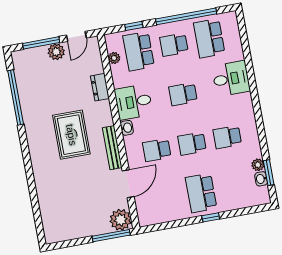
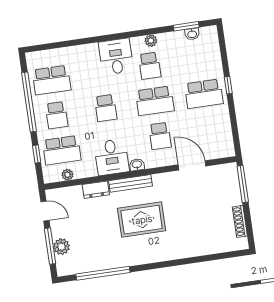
plant: (56, 52) -> (61, 247), moved
desk: (231, 79) -> (116, 57), moved
school desk: (192, 144) -> (155, 101), width x1.85
bench: (112, 148) -> (130, 183), moved
plant: (258, 165) -> (151, 41), moved
plant: (121, 220) -> (227, 174), removed
shoe rack: (73, 234) -> (240, 221), added

